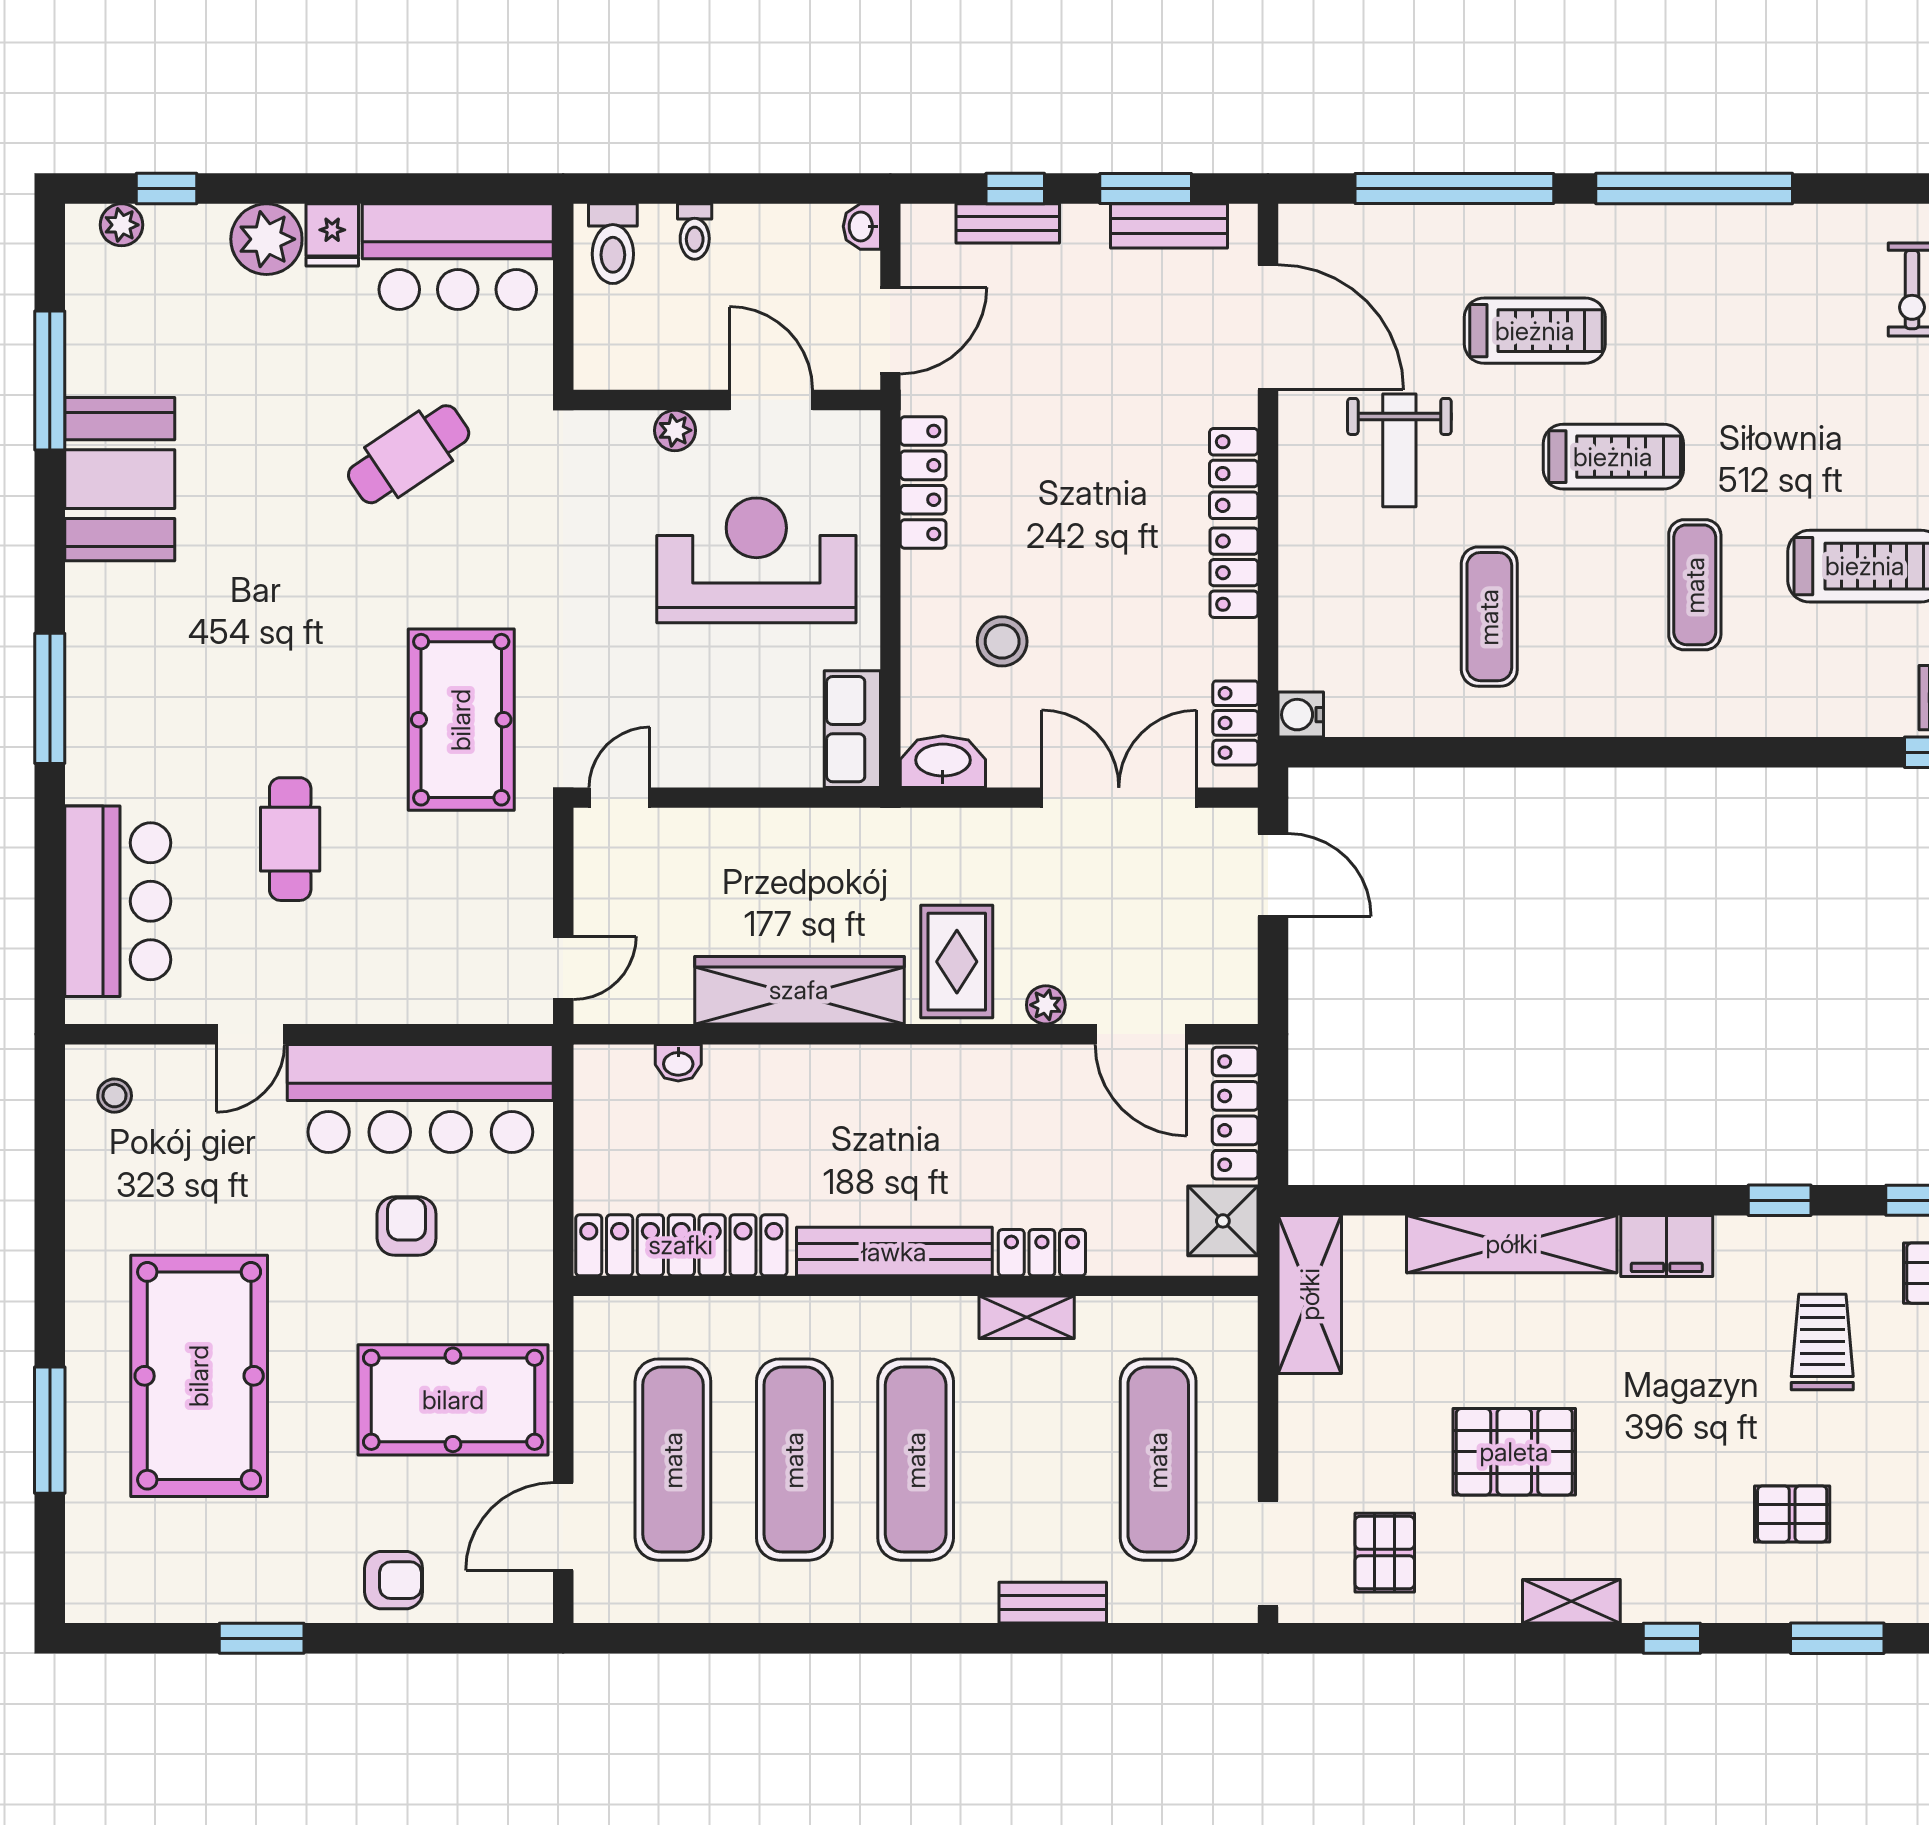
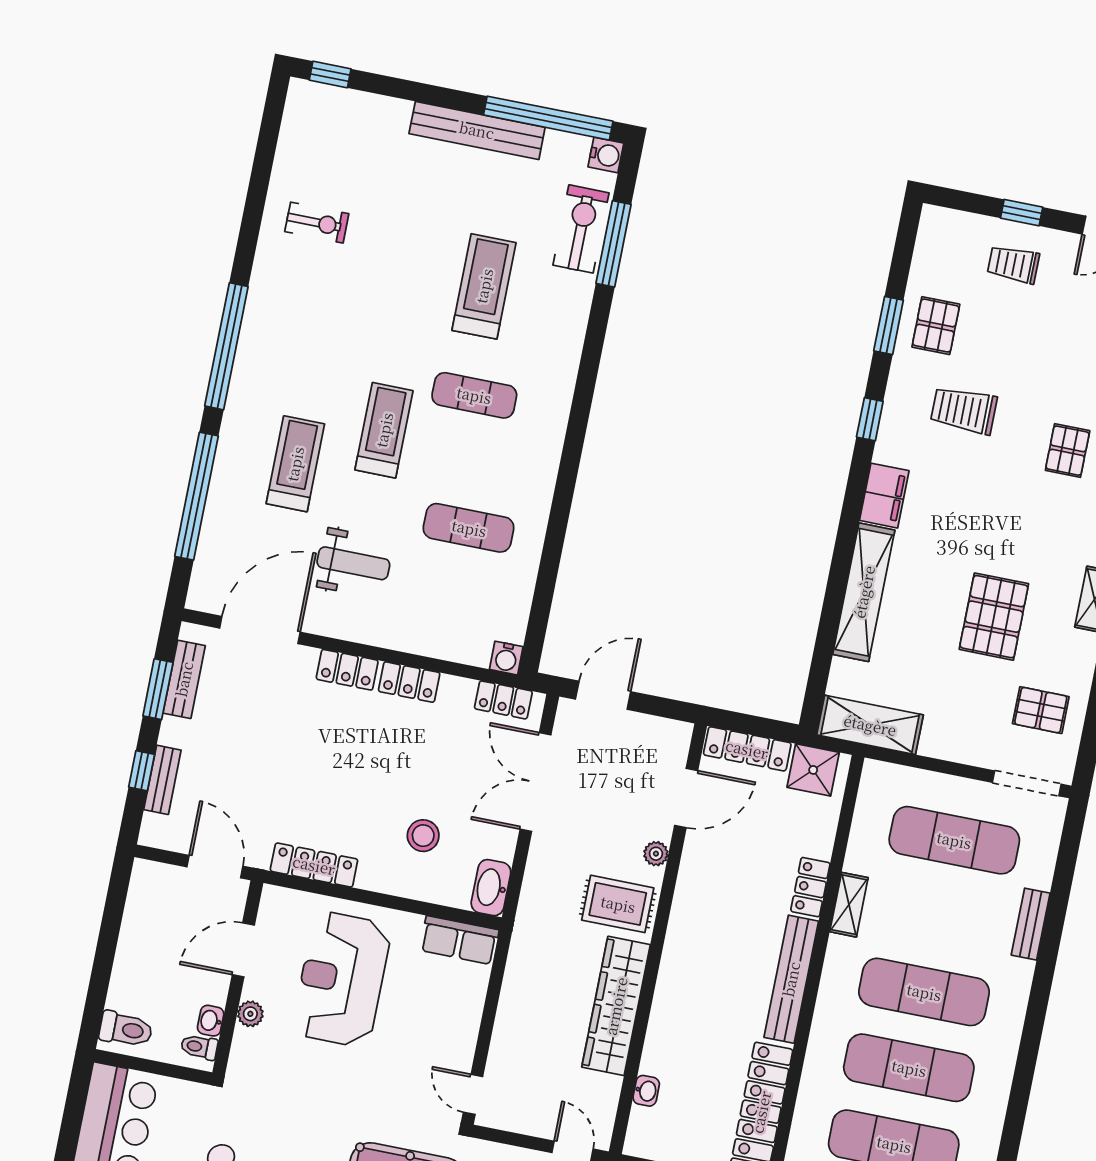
washbasin: (862, 226) -> (211, 1021), moved, turned 90
toilet: (695, 231) -> (199, 1047), moved, turned 180

